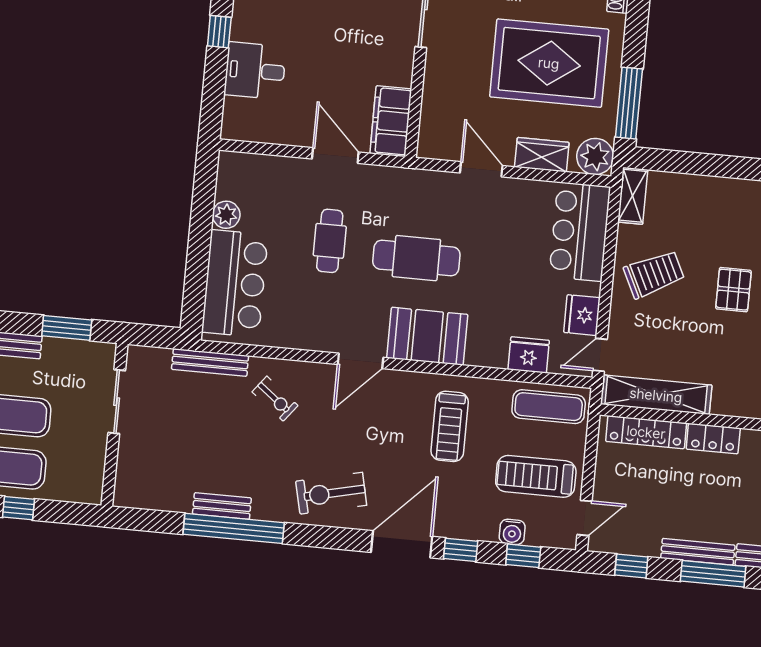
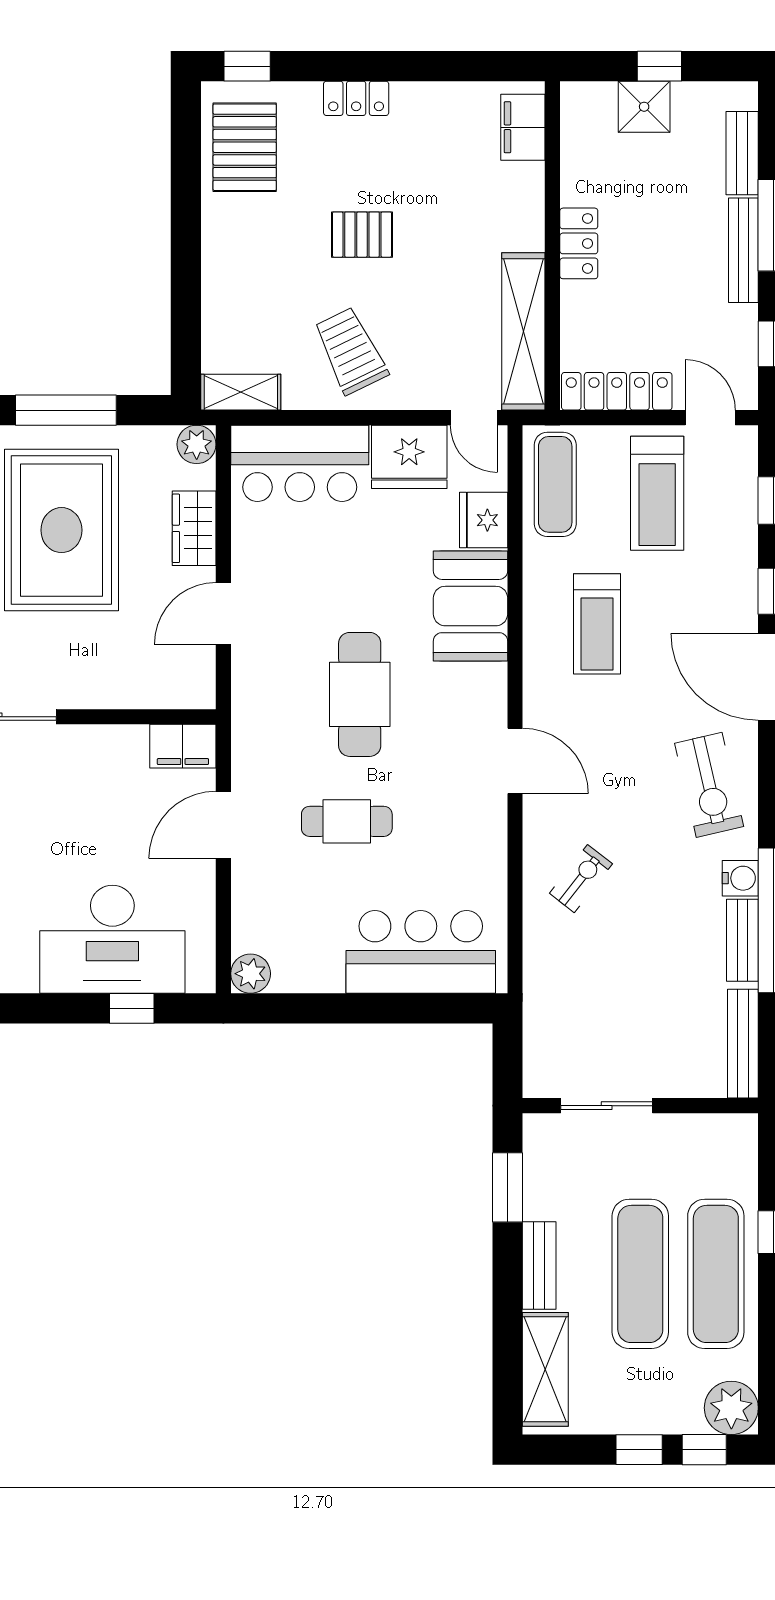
window: (219, 32) -> (132, 1008), moved
desk: (255, 71) -> (112, 939), width x1.87, depth x1.30
window: (629, 103) -> (66, 410), moved
filing cabinet: (391, 121) -> (183, 746), width x0.67, depth x0.86
plant: (595, 157) -> (197, 444), width x0.73, depth x0.73
plant: (226, 215) -> (251, 974), moved
fridge: (582, 315) -> (409, 457), width x1.36, depth x1.34
booth: (427, 336) -> (470, 606), moved
bench: (210, 362) -> (743, 1044), moved
treadmill: (450, 426) -> (597, 624), turned 90
locker: (646, 432) -> (617, 391), moved, turned -90
water cooler: (512, 532) -> (740, 878), moved

